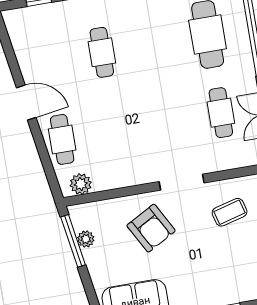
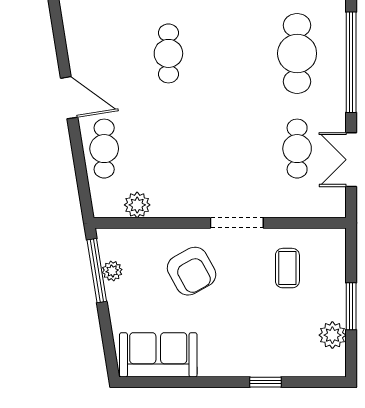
plant: (81, 184) -> (137, 205), moved
coffee table: (230, 212) -> (287, 268), turned -75

